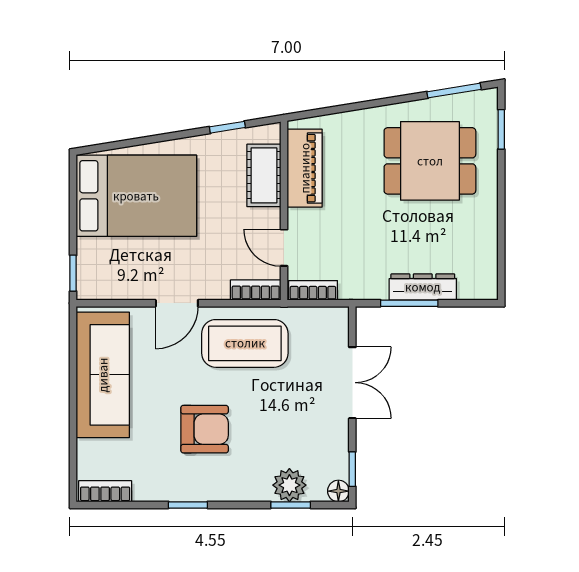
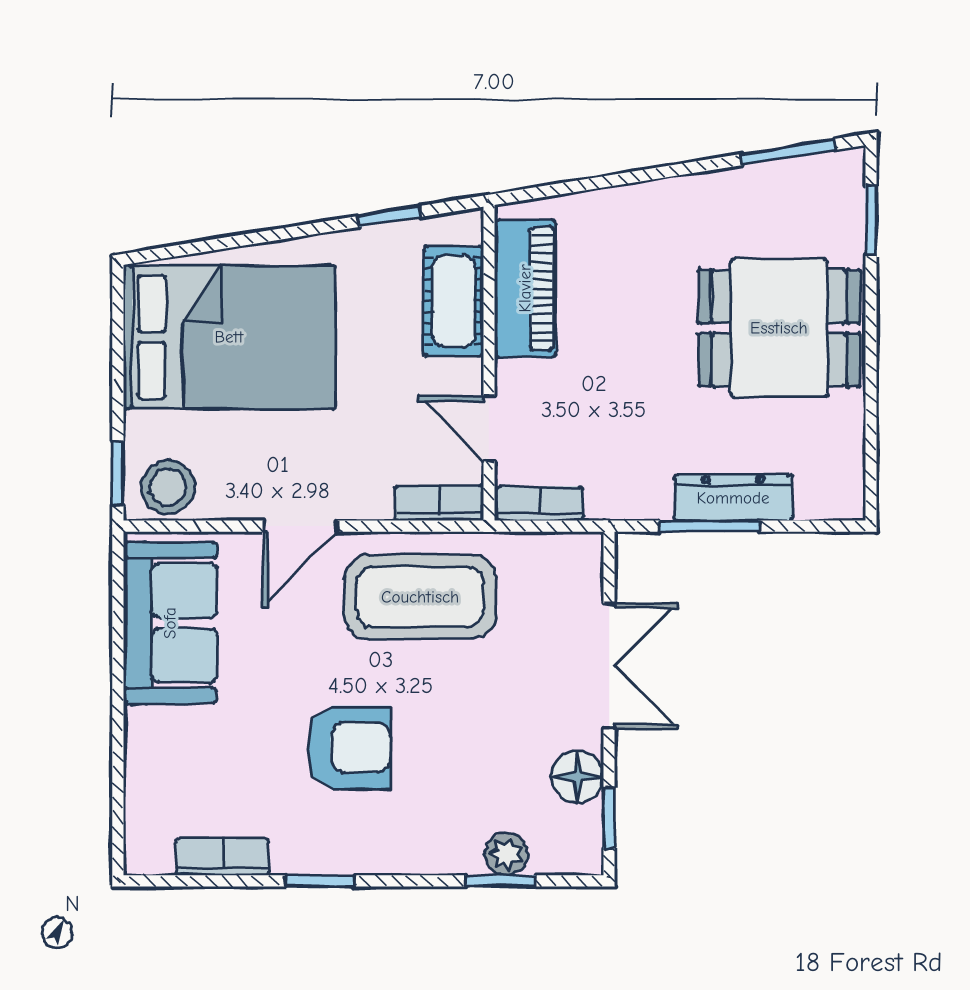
dining table: (430, 161) -> (779, 328), moved
stool: (102, 281) -> (168, 487), added
sofa: (103, 375) -> (170, 623), width x0.73
plant: (289, 485) -> (507, 854), width x0.73, depth x0.73
bookcase: (105, 491) -> (222, 857), moved
floor lamp: (338, 491) -> (577, 777), moved, width x1.37, depth x1.37

